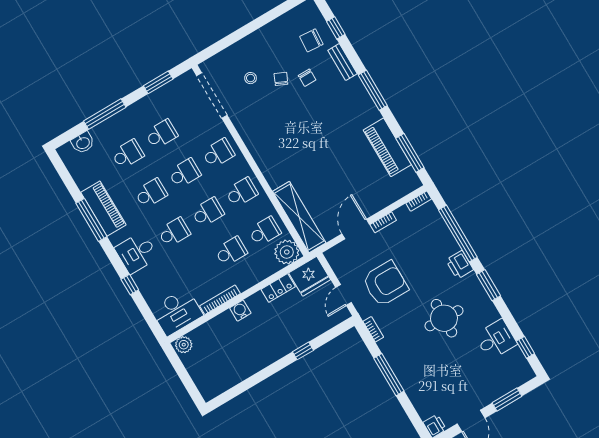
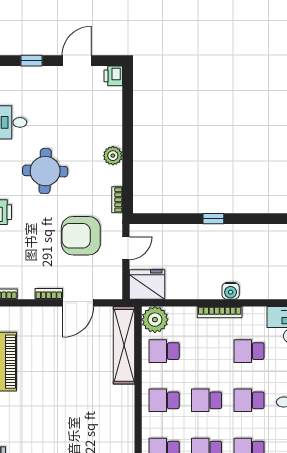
school desk: (231, 251) -> (249, 351), moved
locker: (278, 288) -> (183, 291), removed
bookcase: (220, 300) -> (220, 312), moved
window: (303, 351) -> (213, 219), moved
plant: (398, 362) -> (113, 156), added
window: (389, 375) -> (128, 149), removed
window: (507, 400) -> (32, 61), width x0.67

